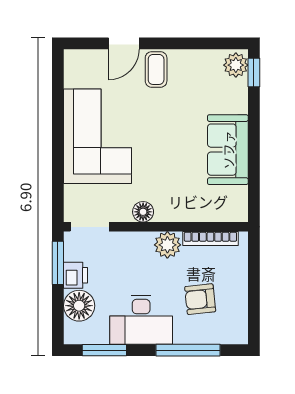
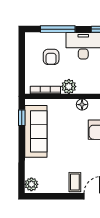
window: (254, 72) -> (22, 118), moved
sofa: (228, 150) -> (36, 131), width x1.36
armchair: (200, 299) -> (51, 57), turned 96

